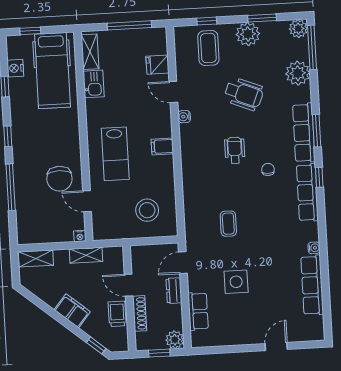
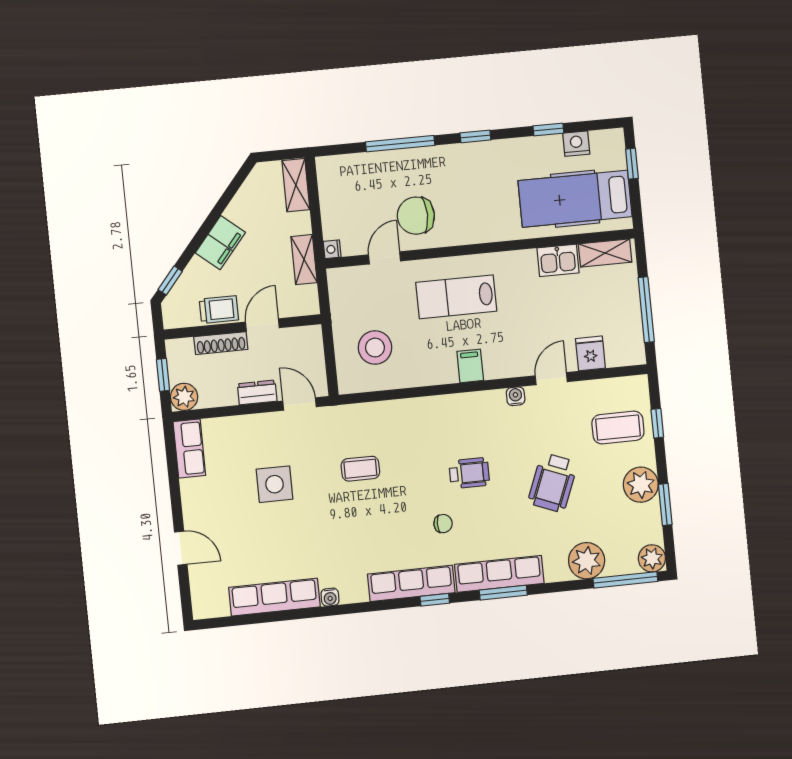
row of seats: (198, 311) -> (189, 448), moved, turned -90

